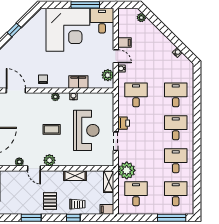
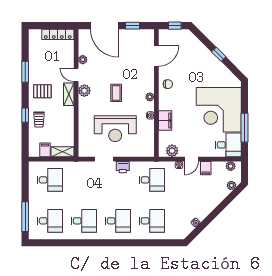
door: (34, 168) -> (76, 75), hinge flipped
plant: (127, 170) -> (231, 166), moved, width x0.53, depth x0.53
shelving: (75, 176) -> (69, 94), moved
filing cabinet: (107, 209) -> (45, 150), moved

